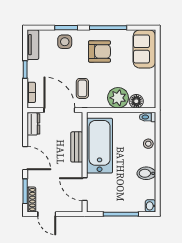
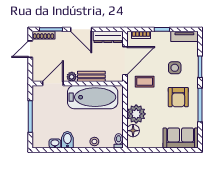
side table: (65, 42) -> (175, 68), moved
dresser: (33, 124) -> (108, 37), width x1.44
door: (25, 158) -> (81, 29), hinge flipped
plant: (77, 169) -> (72, 77), added
washbasin: (150, 206) -> (55, 143), moved

